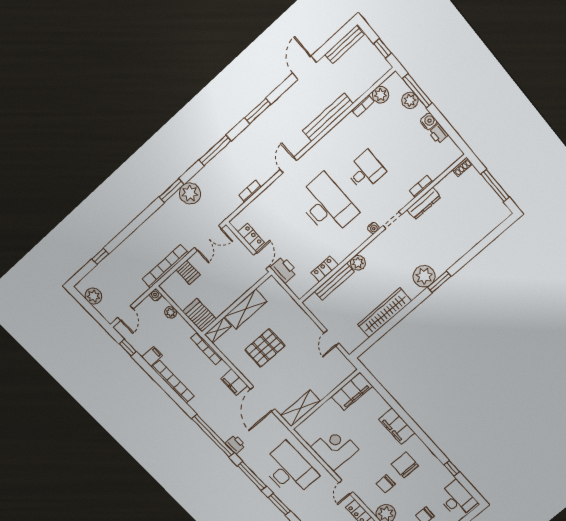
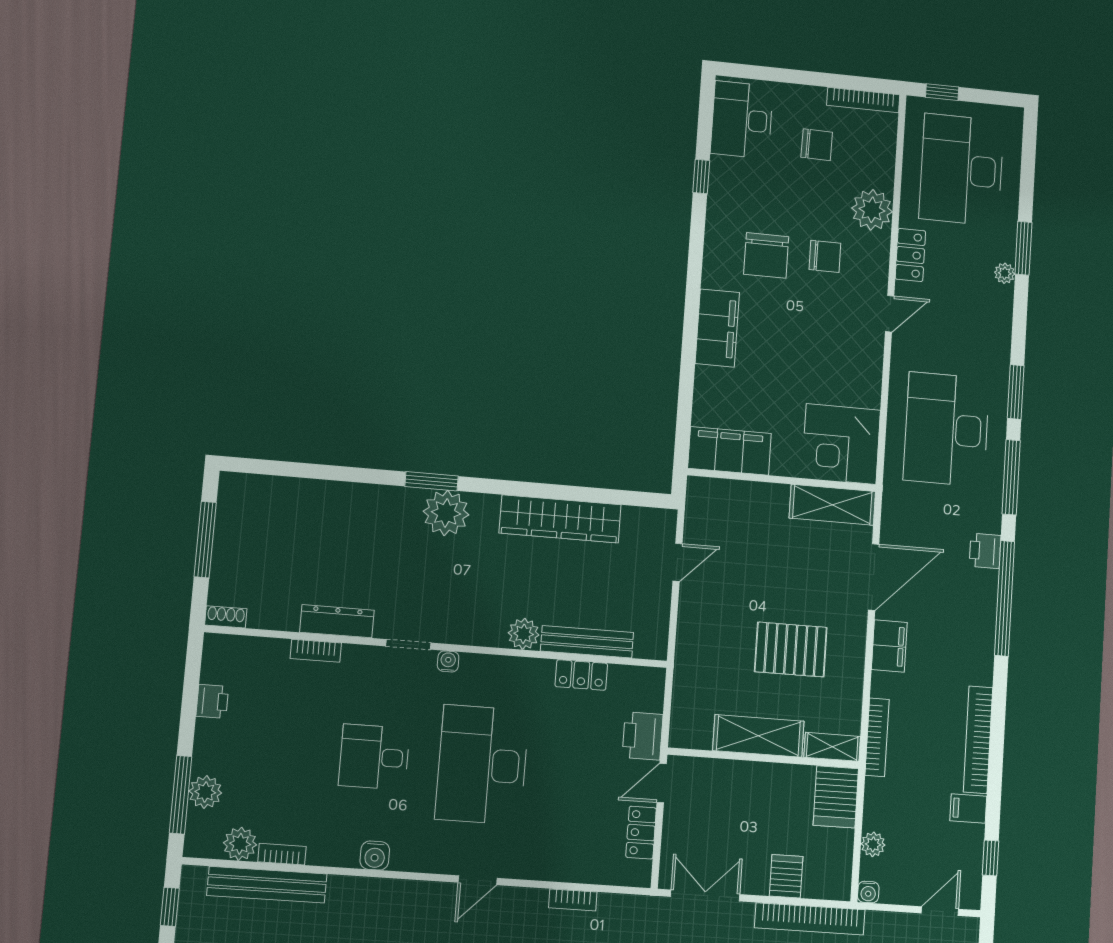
bench: (328, 117) -> (267, 885), moved
water cooler: (429, 121) -> (375, 855), moved, turned -90
corner desk: (335, 448) -> (841, 444), moved

